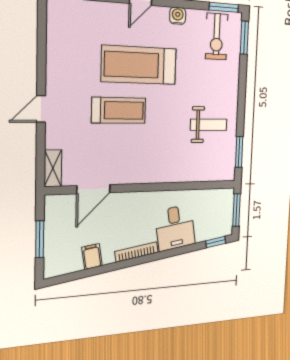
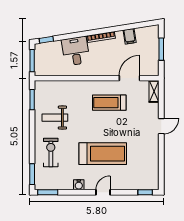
exercise bike: (217, 36) -> (51, 153), moved
treadmill: (119, 110) -> (109, 103), moved

